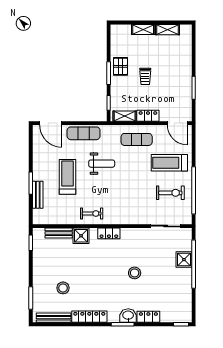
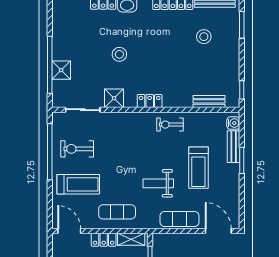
water cooler: (38, 215) -> (233, 123), added
shower: (81, 236) -> (114, 98), moved

